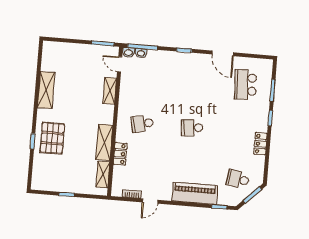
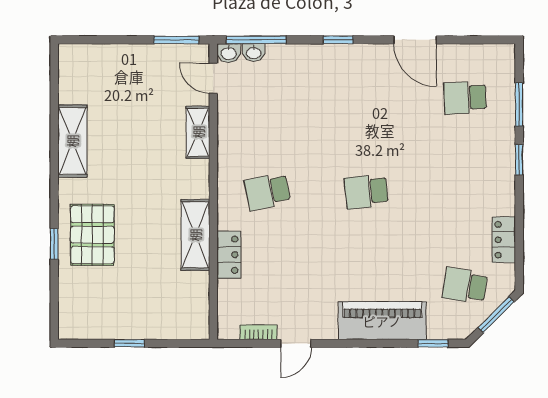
school desk: (246, 85) -> (465, 98), width x0.54
locker: (260, 144) -> (504, 240), moved
shelving: (103, 175) -> (198, 298), removed

